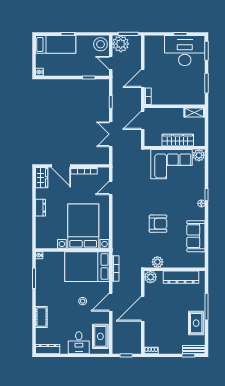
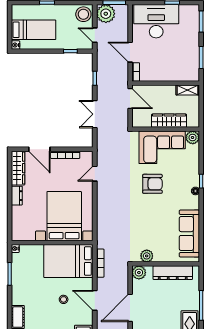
bed: (56, 44) -> (34, 30), moved
desk: (185, 51) -> (156, 21), moved
door: (143, 78) -> (130, 52), hinge flipped
door: (143, 120) -> (130, 99), swing flipped
wardrobe: (42, 178) -> (18, 168), width x1.50
armchair: (158, 224) -> (152, 184), moved
sofa: (196, 236) -> (189, 234), width x1.36
door: (111, 302) -> (95, 300), hinge flipped

